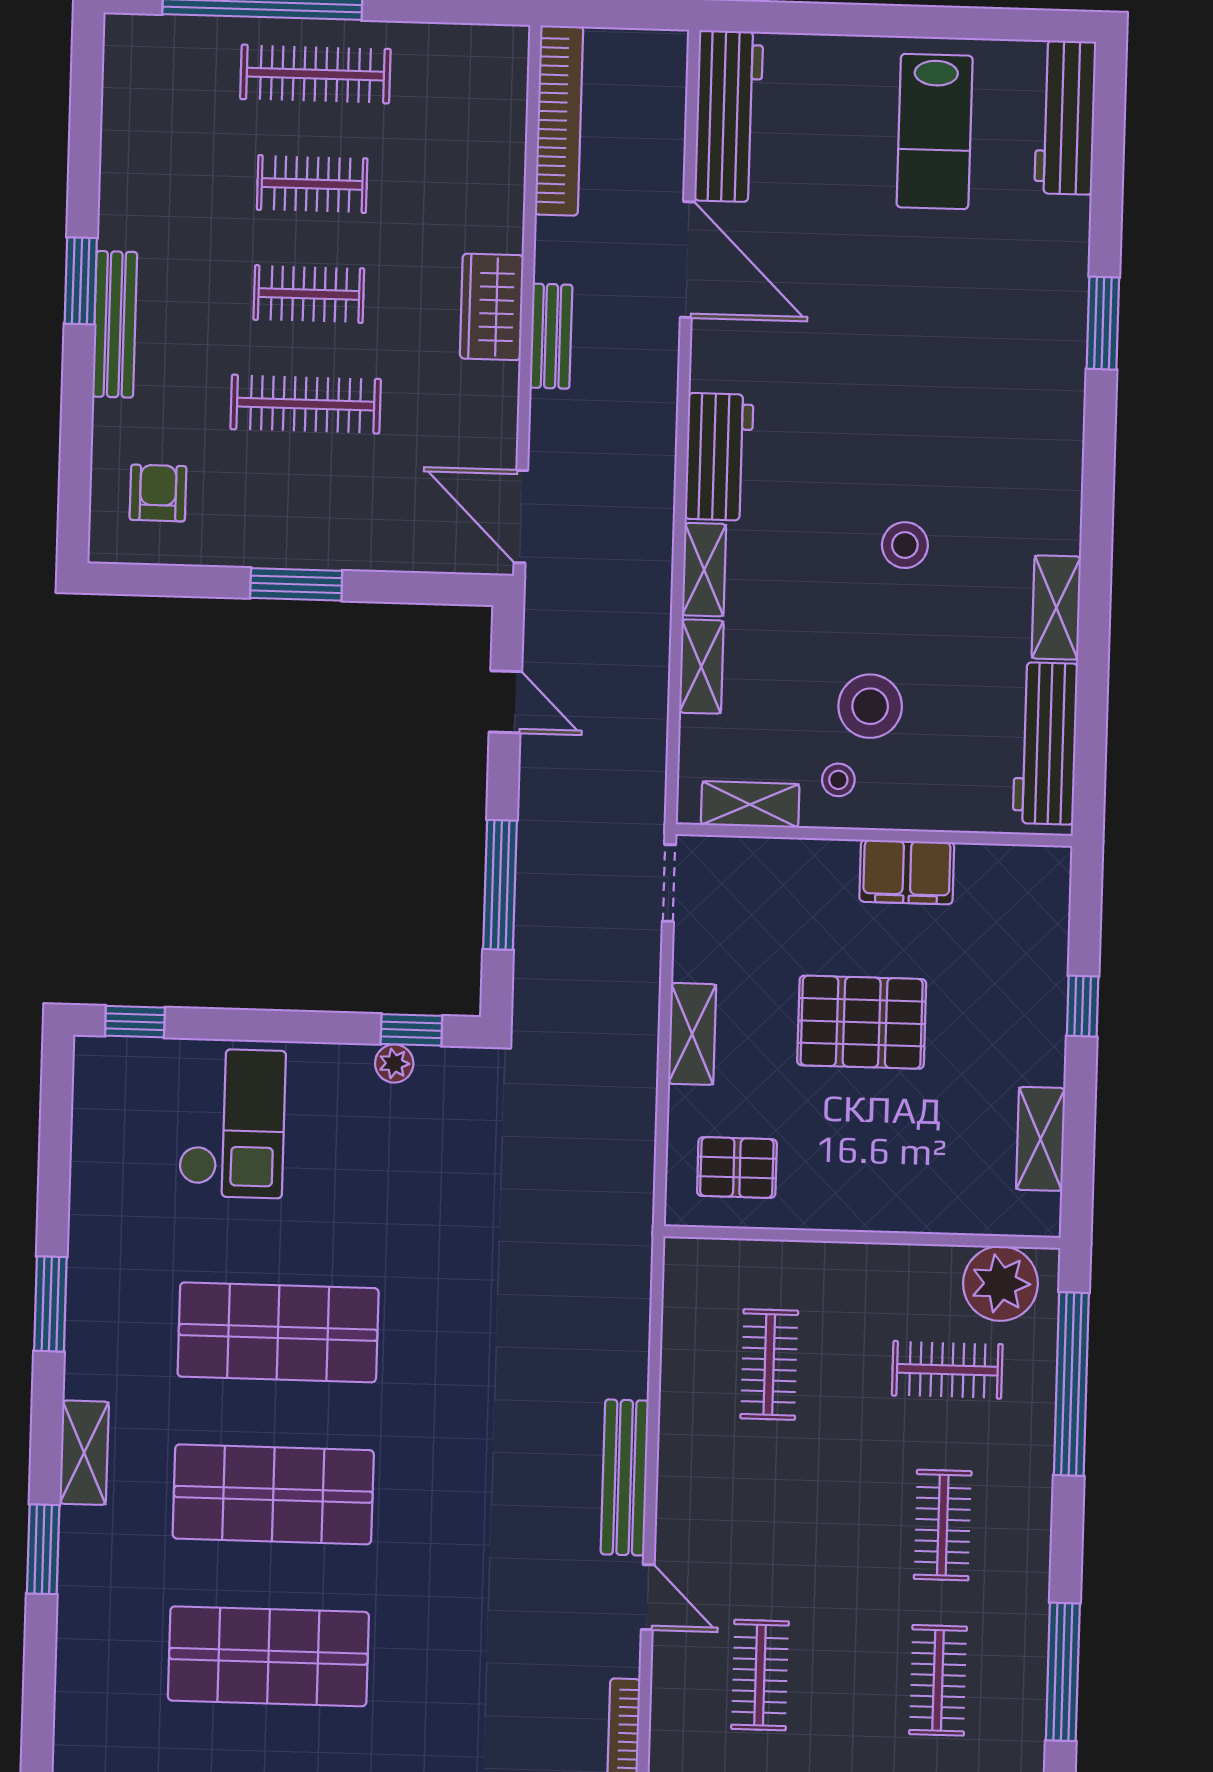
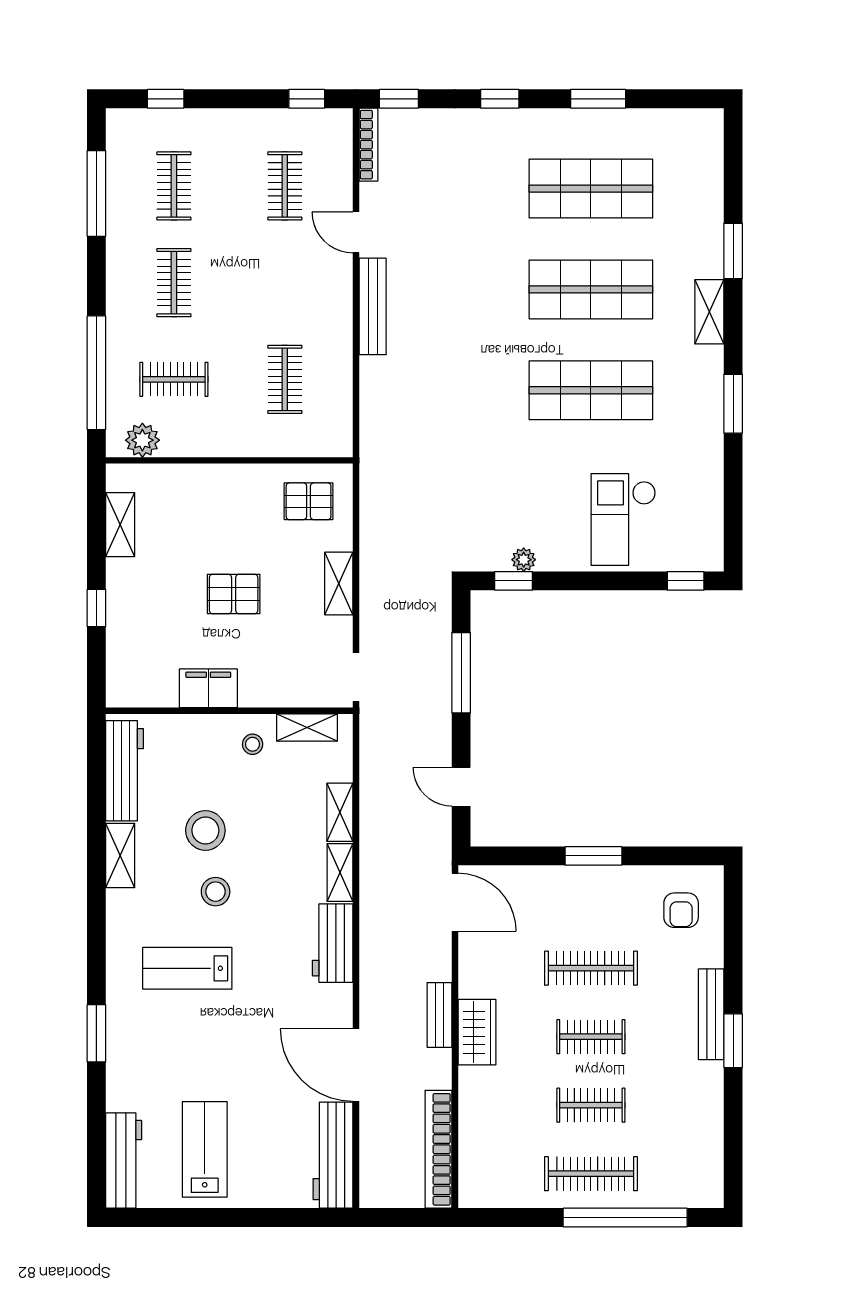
lab bench: (954, 423) -> (187, 968), added
stool: (870, 706) -> (205, 830), moved
pallet: (862, 1022) -> (234, 594), width x0.67, depth x0.71
plant: (1000, 1284) -> (142, 440), width x0.73, depth x0.73

